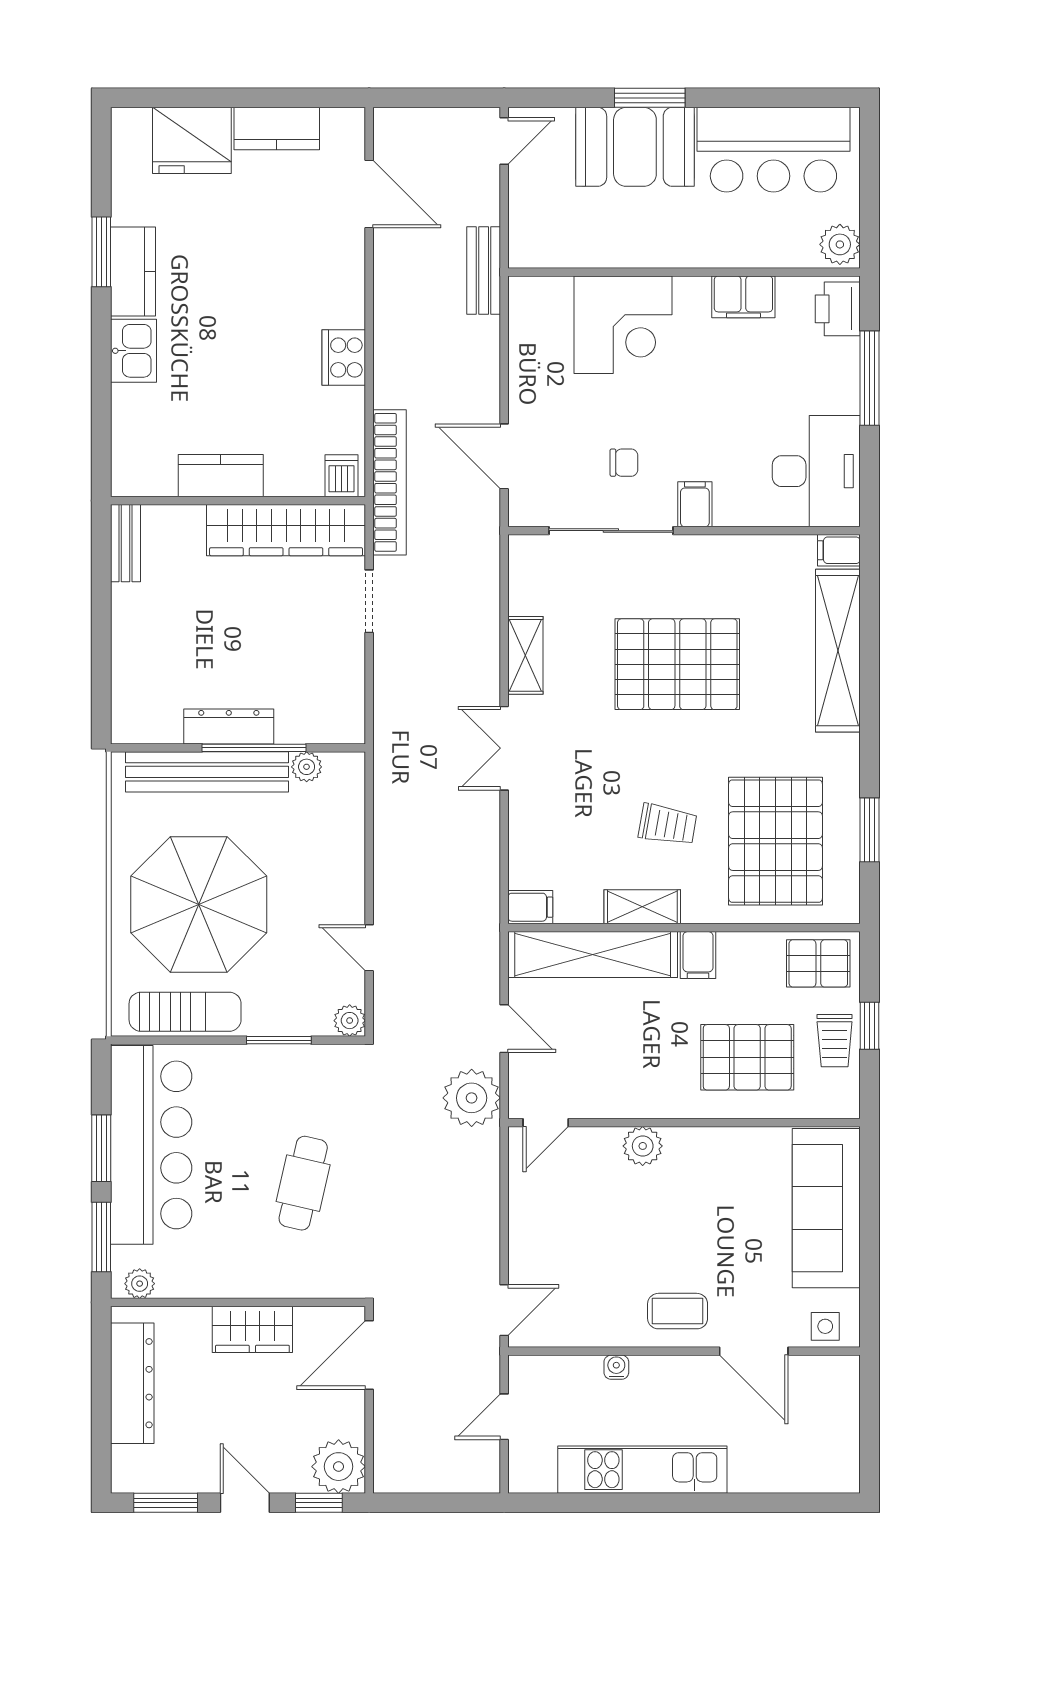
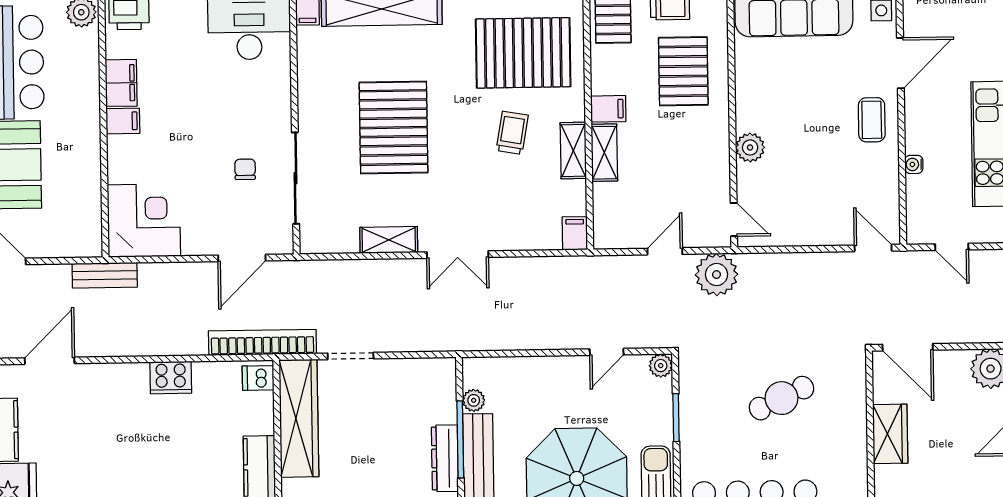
corner desk: (623, 325) -> (144, 221), moved
filing cabinet: (695, 504) -> (123, 121), moved, turned 180
shelving: (593, 955) -> (604, 153), width x0.45, depth x0.75
cafe table: (303, 1183) -> (781, 398), turned -38

